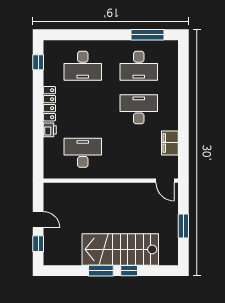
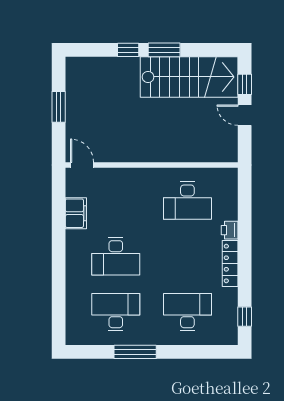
window: (147, 35) -> (135, 352), moved
stairs: (120, 249) -> (189, 77), moved

